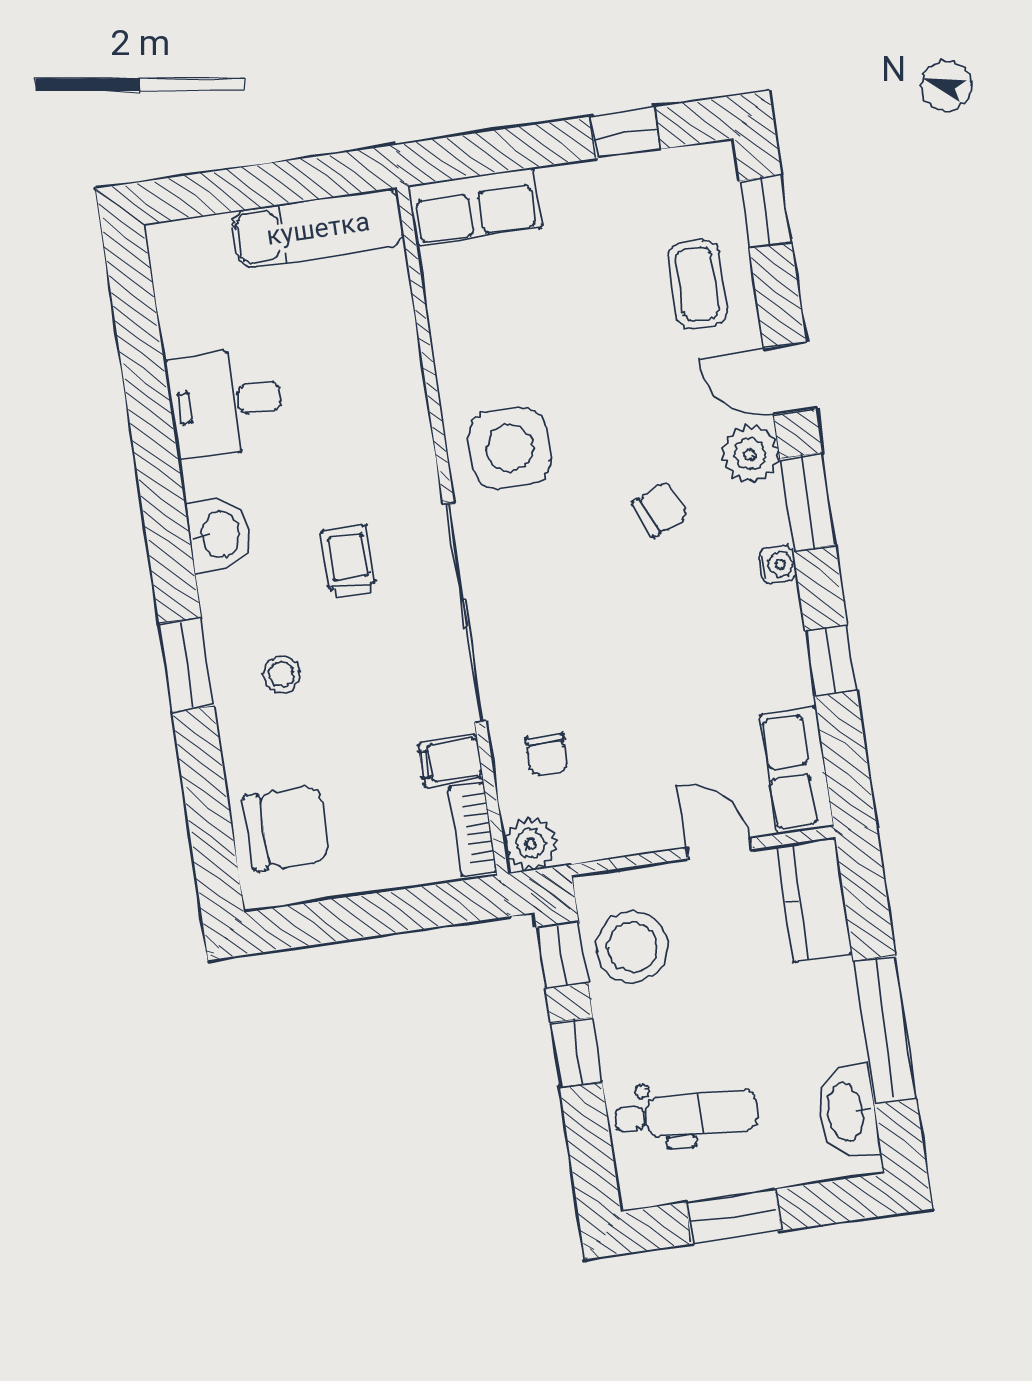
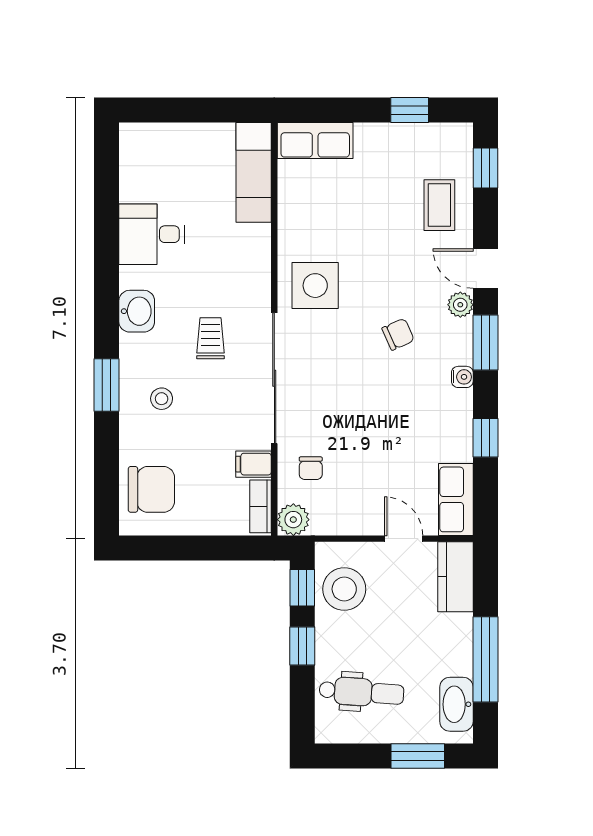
exam couch: (318, 228) -> (254, 172), moved, turned 90
plant: (750, 454) -> (460, 305), width x0.73, depth x0.73
window: (733, 1216) -> (418, 756), moved

